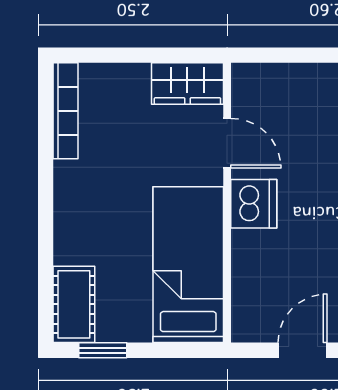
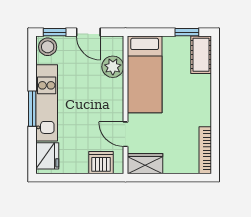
dishwasher: (254, 204) -> (101, 163), moved, turned 90
plant: (253, 280) -> (113, 67), added
door: (303, 350) -> (88, 32), hinge flipped

